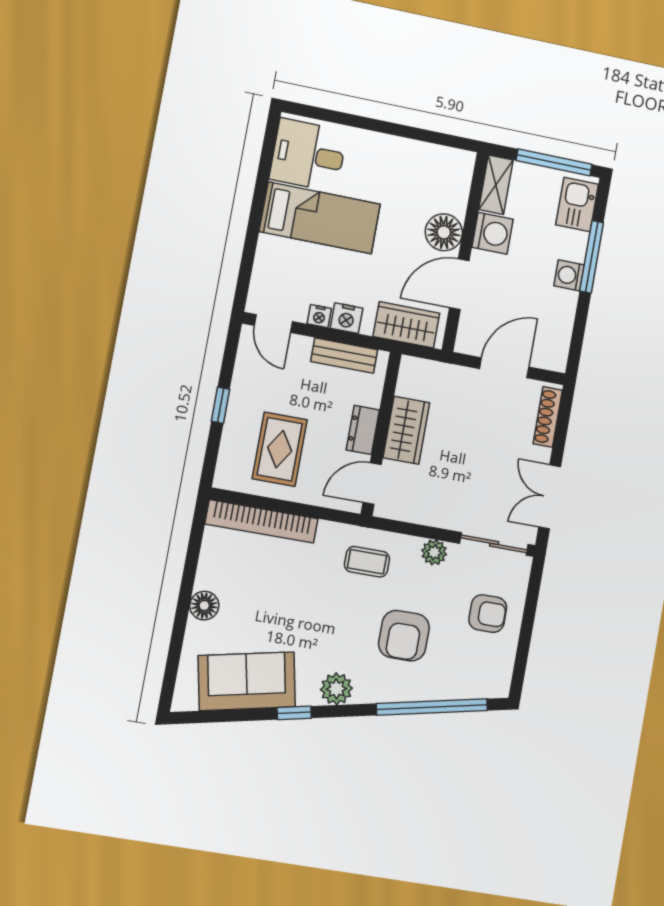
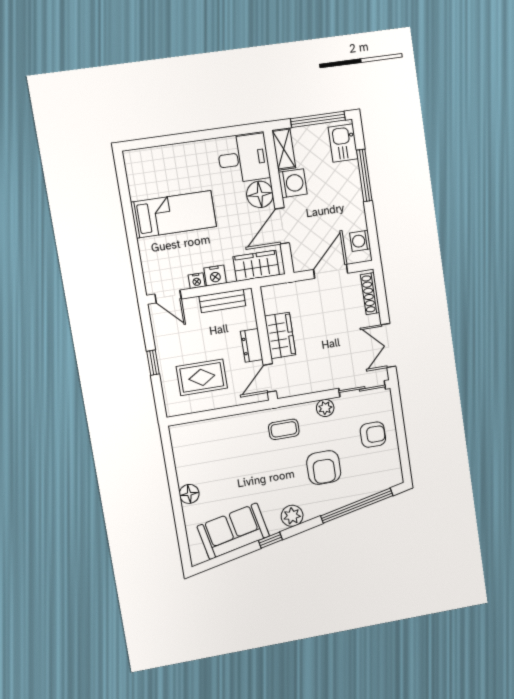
desk: (308, 155) -> (243, 159), moved, turned 180
washing machine: (569, 275) -> (360, 241), moved
rug: (280, 449) -> (202, 377), turned 90
bookcase: (262, 521) -> (207, 428), removed

